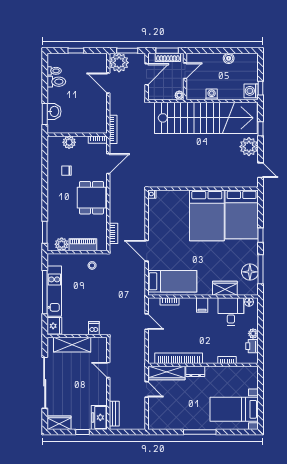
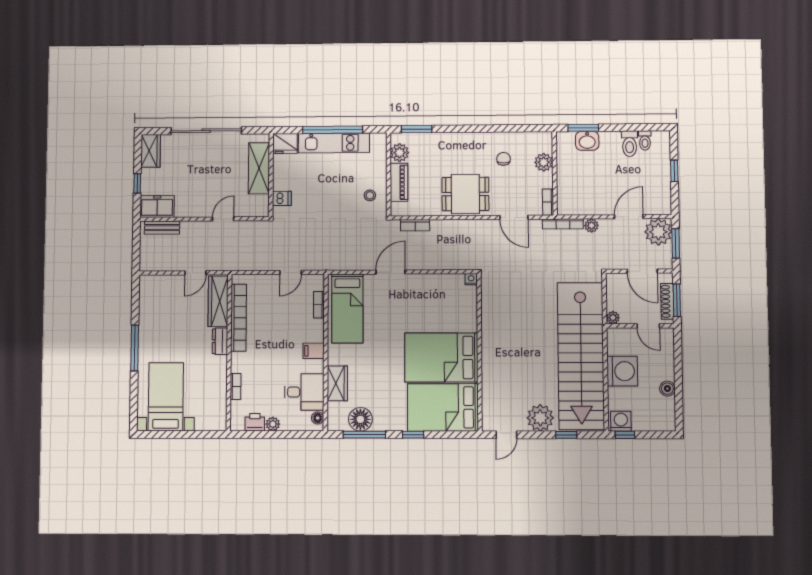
washing machine: (212, 94) -> (622, 371), width x1.89, depth x1.89
plant: (114, 109) -> (591, 226), added

